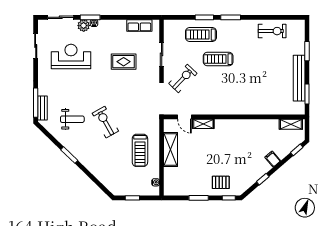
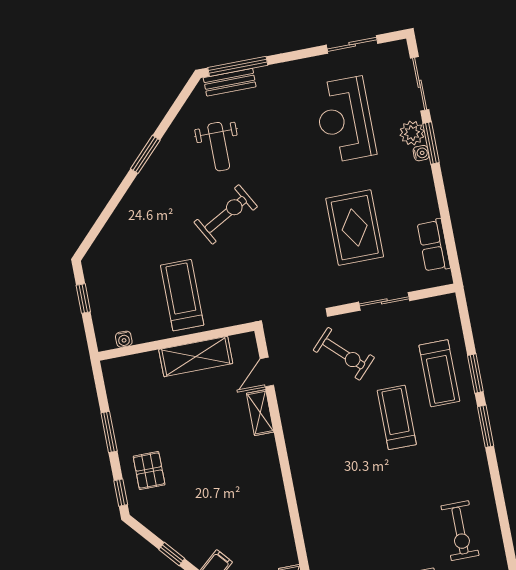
exercise bike: (272, 31) -> (460, 531), moved
treadmill: (201, 35) -> (439, 373), turned 180
reception desk: (71, 56) -> (345, 120), turned 180
rug: (124, 62) -> (355, 228), width x1.36, depth x1.43
treadmill: (140, 150) -> (182, 295), turned 90

